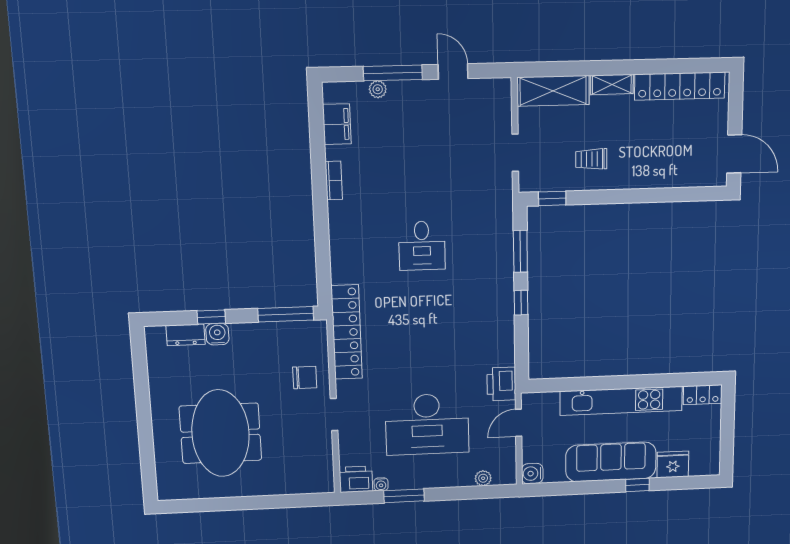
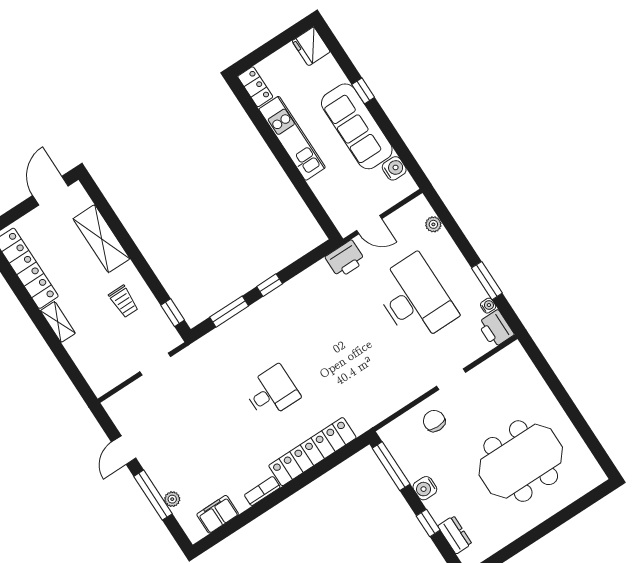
shelving: (553, 91) -> (101, 239), moved
locker: (347, 332) -> (312, 452), moved
water cooler: (217, 334) -> (425, 488), moved
kitchen unit: (621, 401) -> (292, 138), width x0.73
fridge: (673, 464) -> (311, 46), moved
water cooler: (532, 474) -> (394, 168), moved, turned -90

